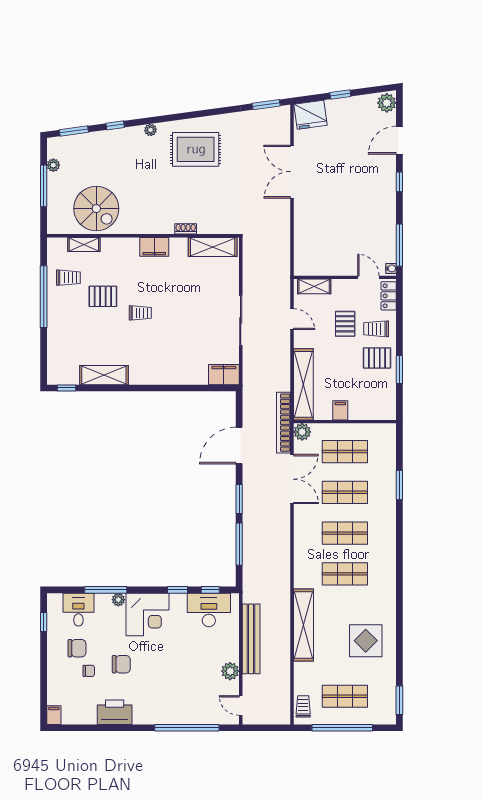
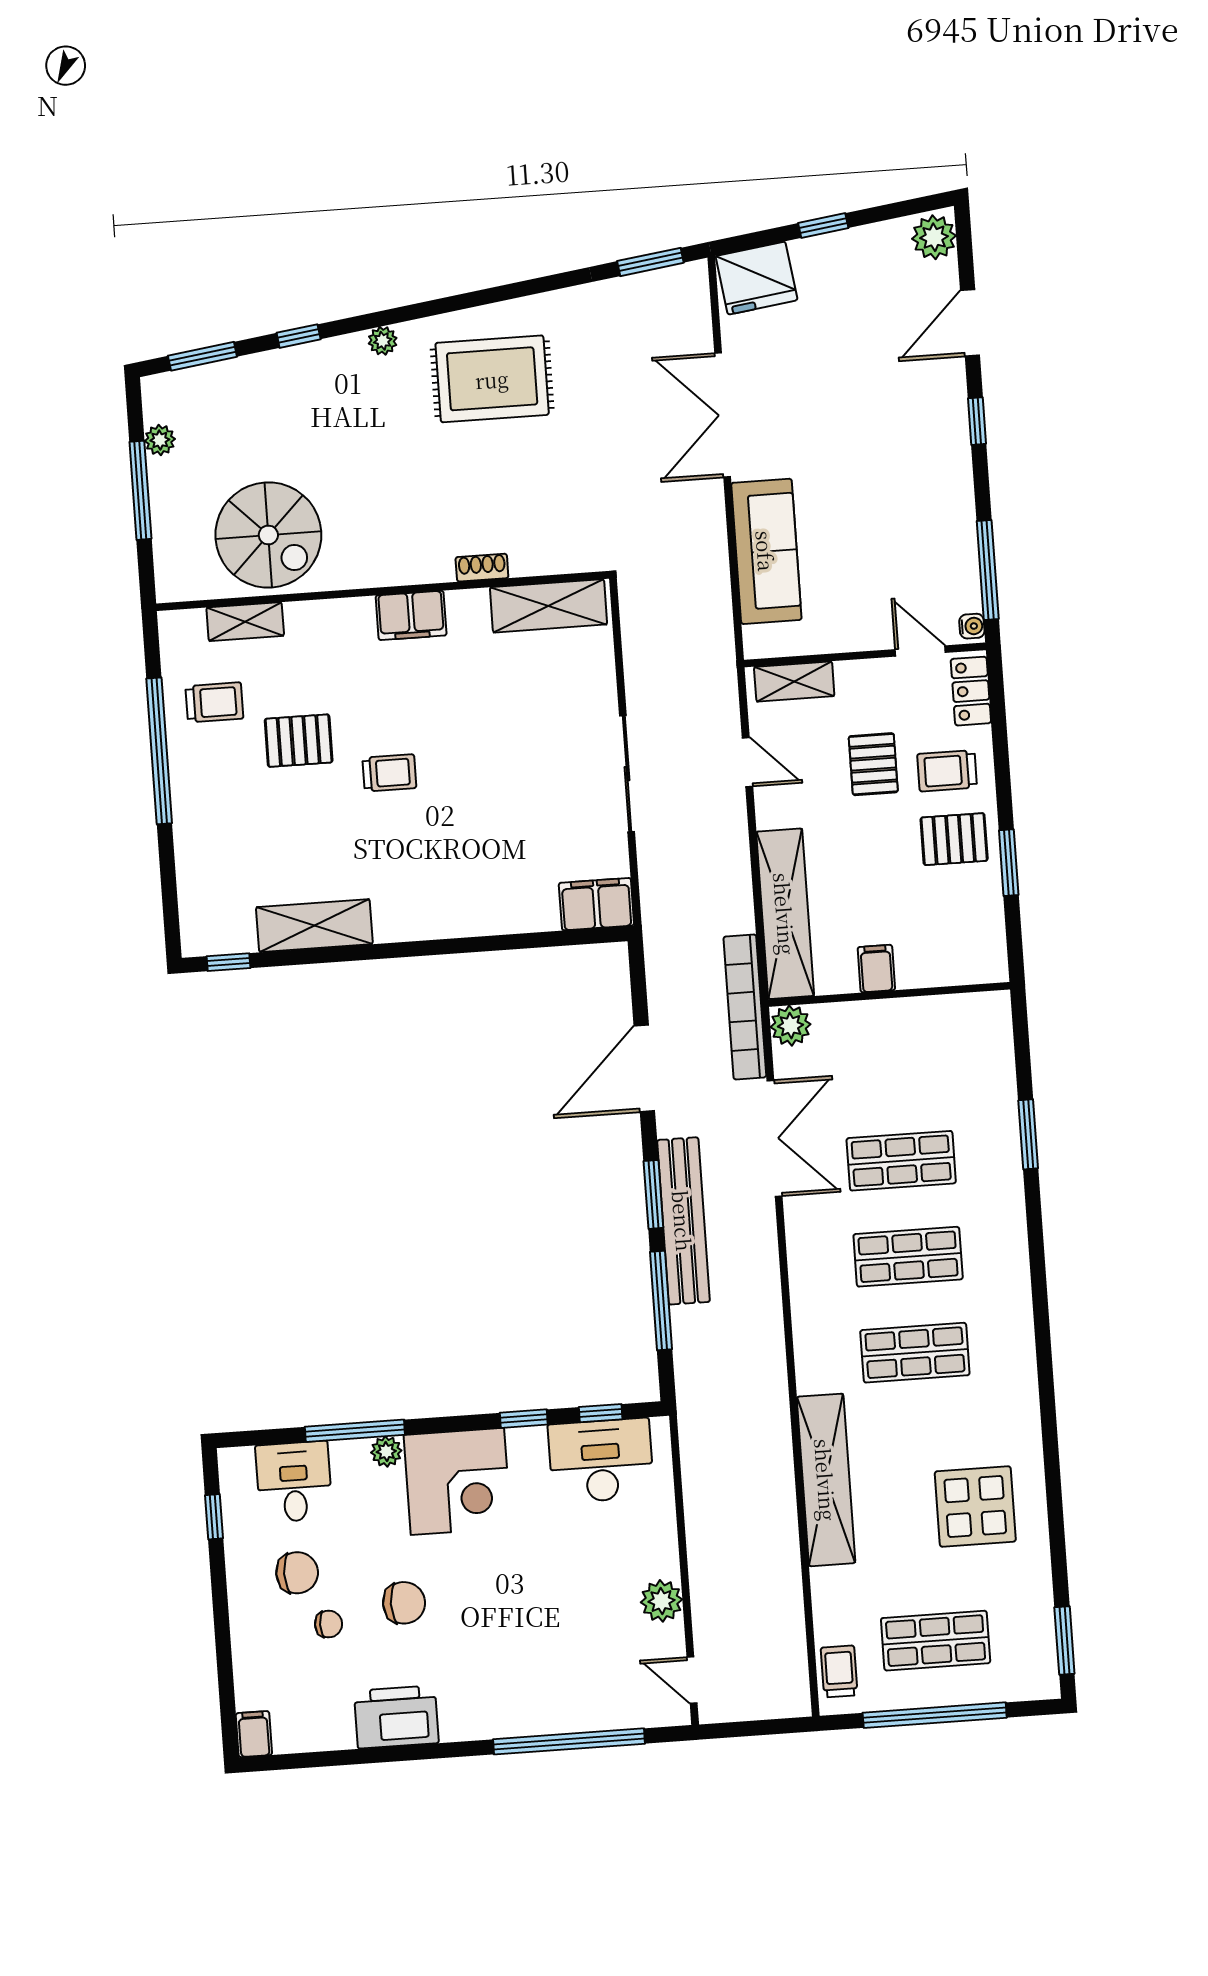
sofa: (306, 231) -> (766, 551), added
shop shelf: (345, 452) -> (894, 1065), removed
bench: (251, 639) -> (683, 1221), moved

